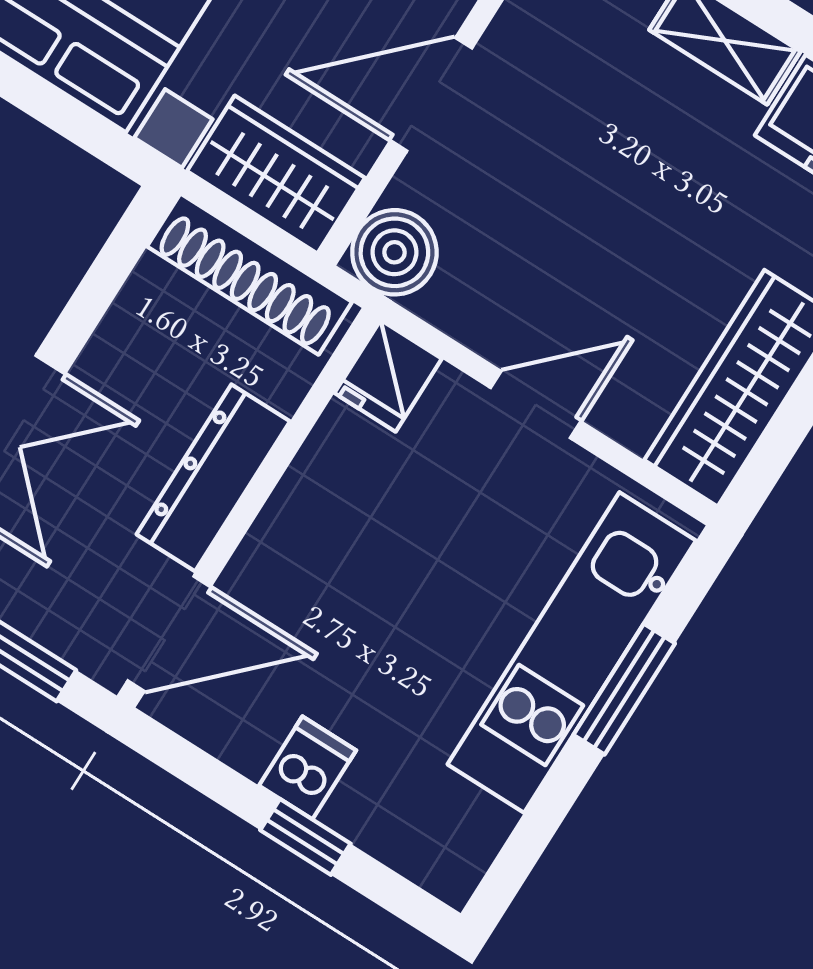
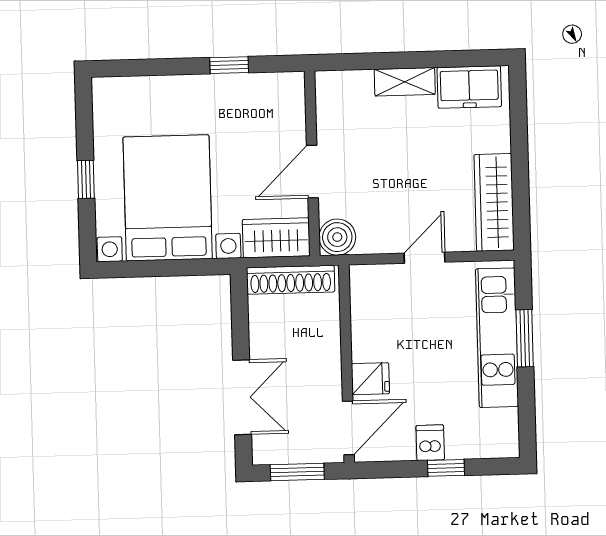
fridge: (388, 376) -> (370, 379), moved, turned -90
dresser: (213, 478) -> (327, 361), removed

